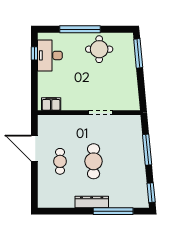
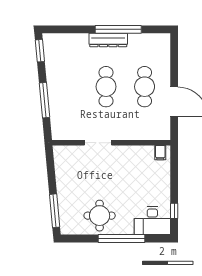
desk: (50, 55) -> (152, 221), moved, turned 90
filing cabinet: (51, 104) -> (160, 153), width x0.50
cafe table: (60, 161) -> (145, 87), width x1.37, depth x1.35
window: (113, 211) -> (118, 29), moved

